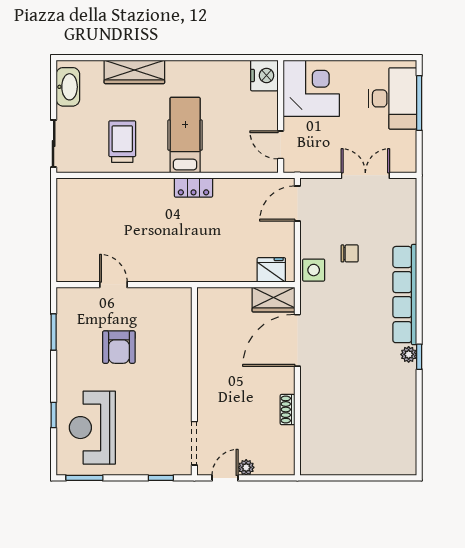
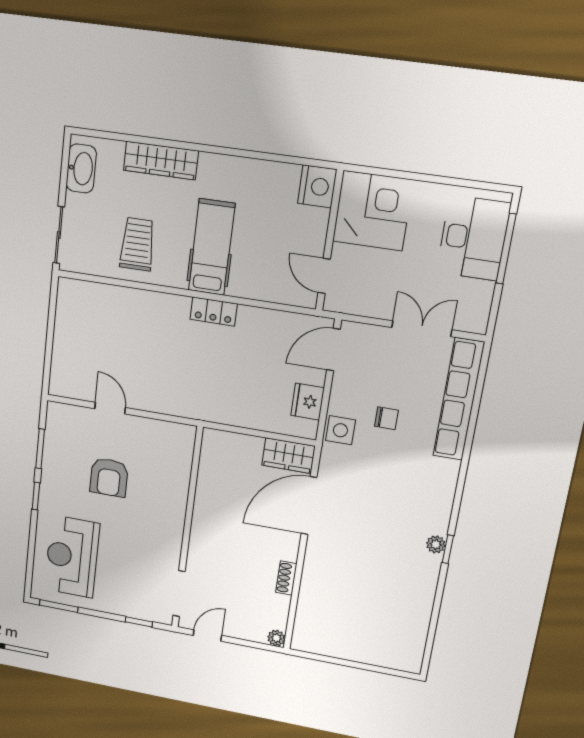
fridge: (271, 270) -> (308, 402), moved, turned -90
row of seats: (405, 295) -> (459, 399), moved
window: (54, 415) -> (36, 496), moved
plant: (246, 467) -> (276, 638), moved

